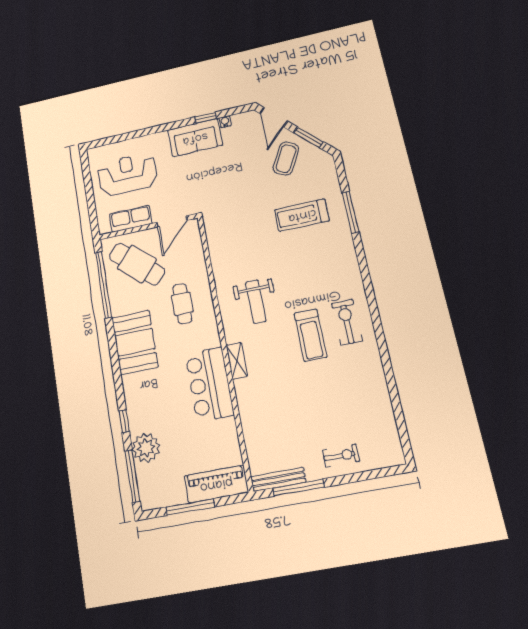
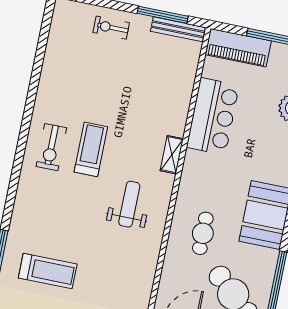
bar counter: (209, 384) -> (213, 116), moved

